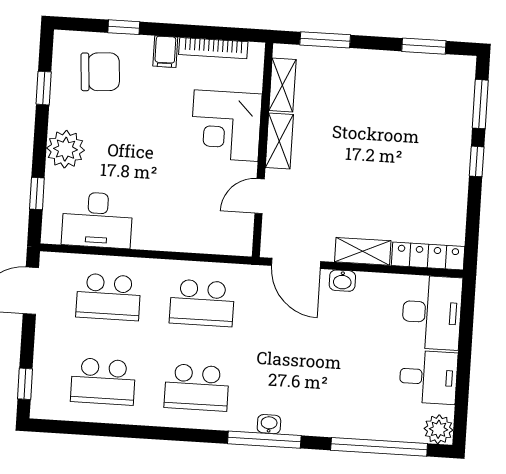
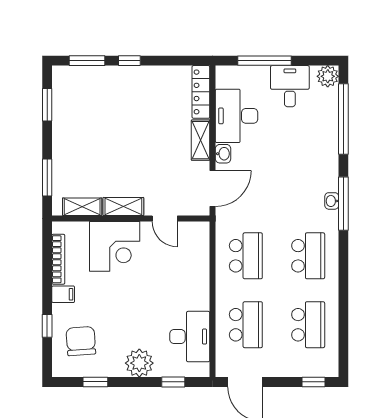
desk: (432, 313) -> (237, 116), moved, turned -90
window: (465, 345) -> (264, 61), added

